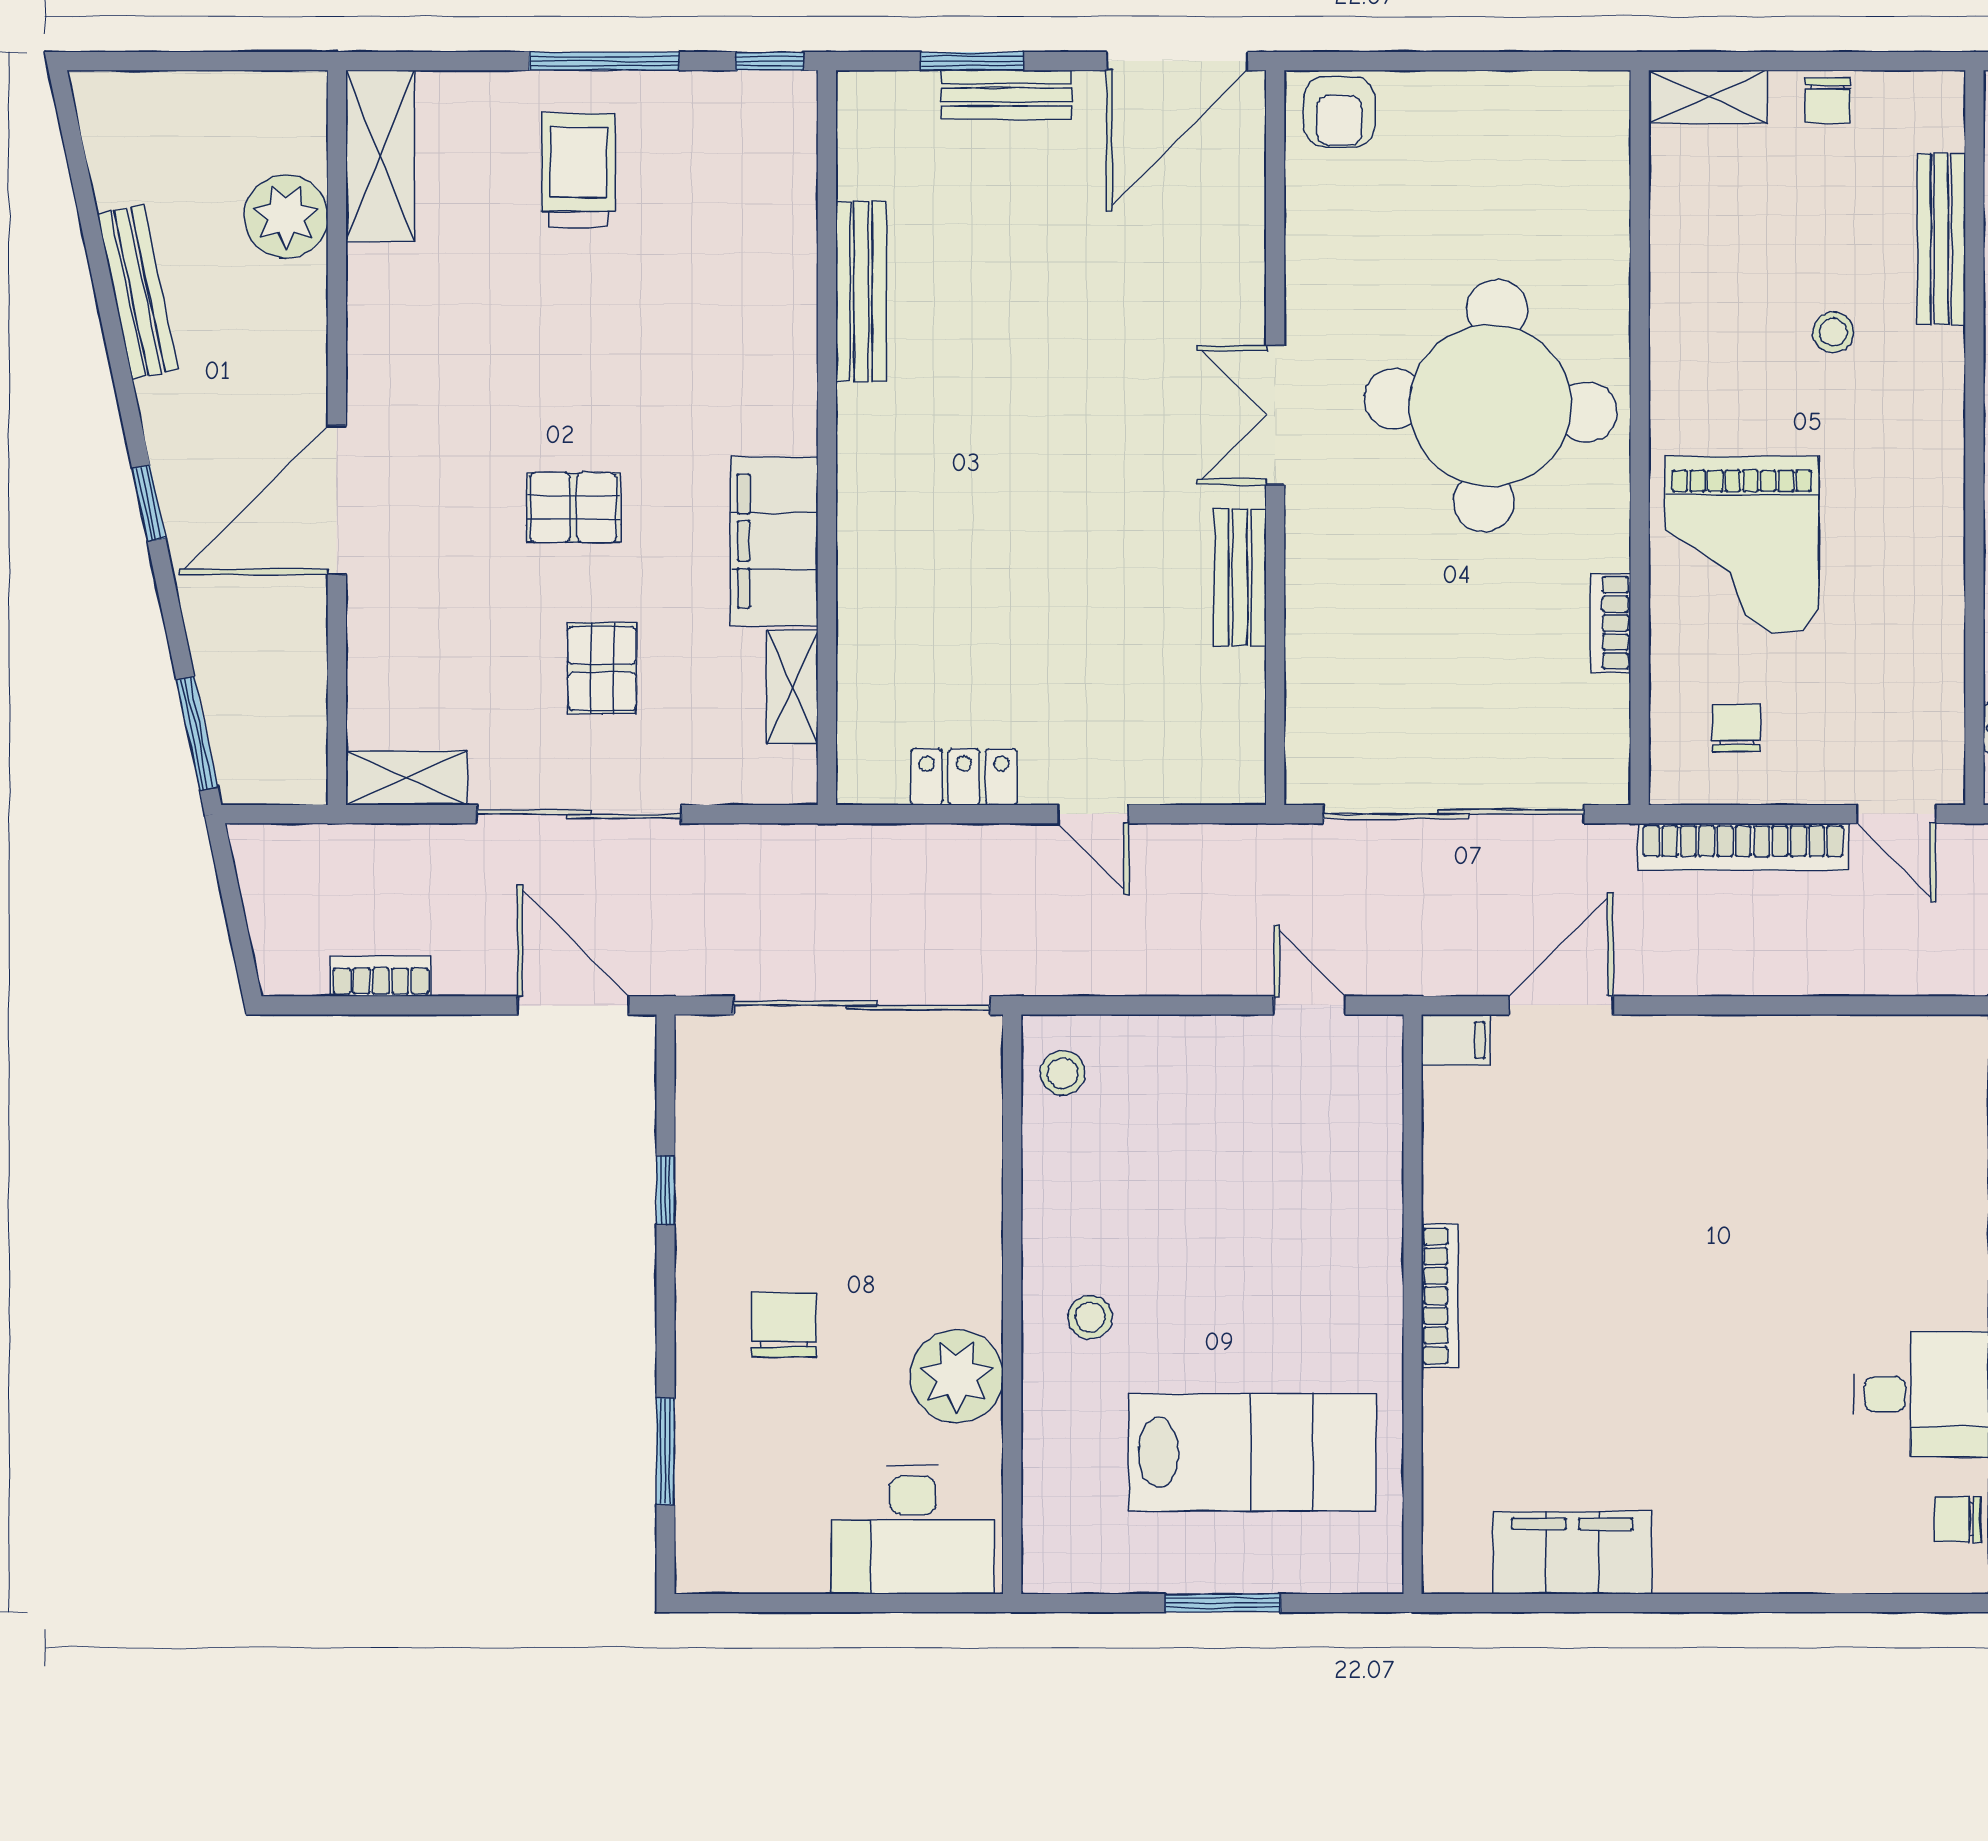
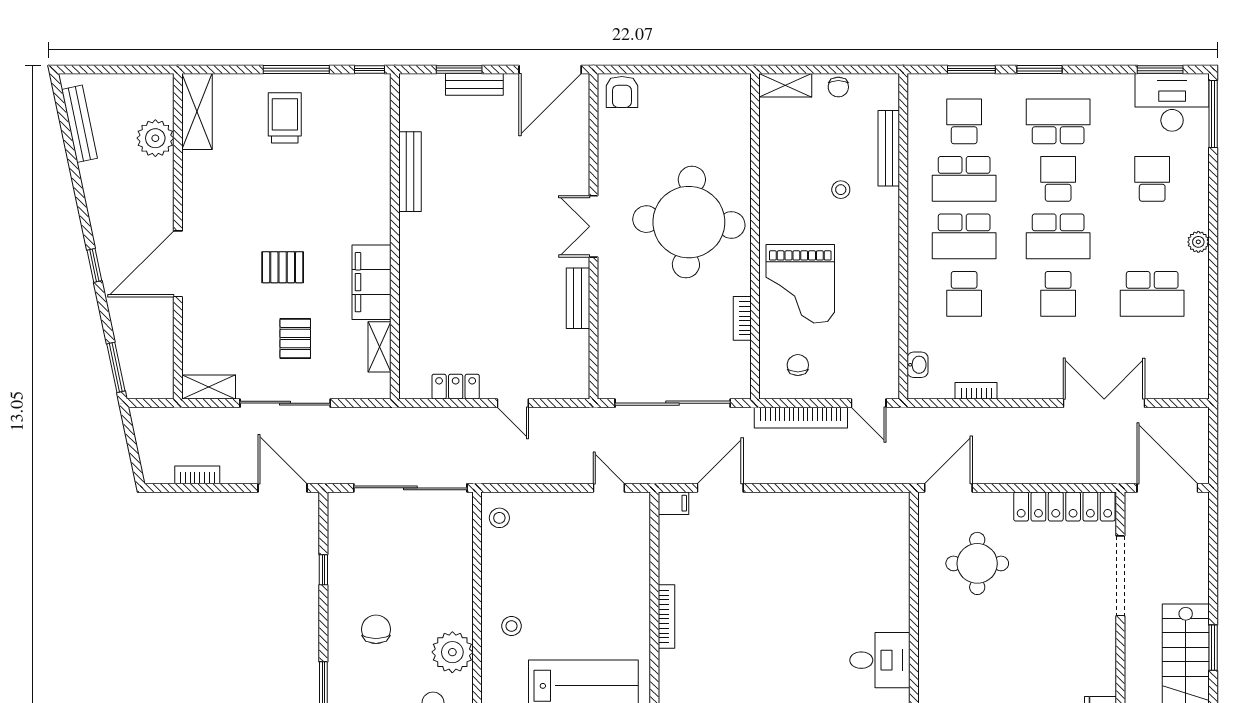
bench: (138, 292) -> (80, 124), moved

